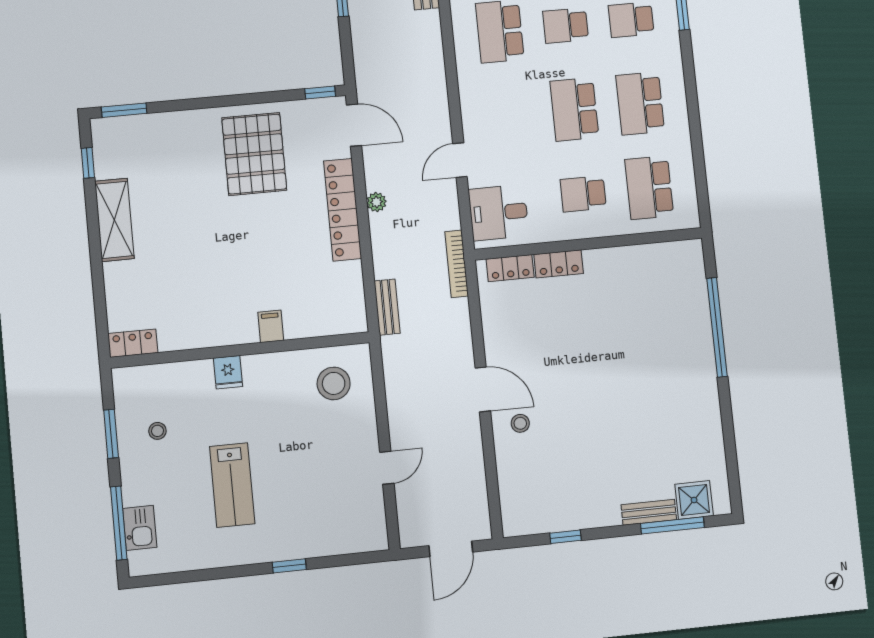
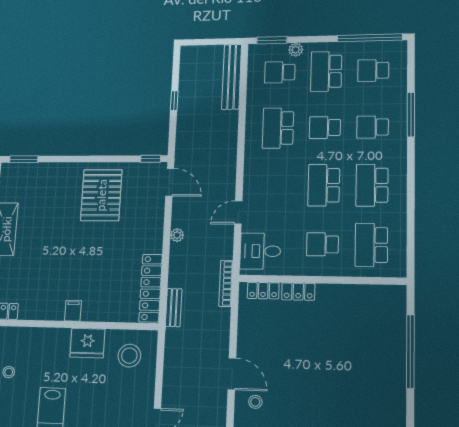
locker: (343, 210) -> (151, 288), moved
filing cabinet: (271, 326) -> (73, 311), moved
fridge: (228, 372) -> (87, 343), moved, width x1.88, depth x1.34

